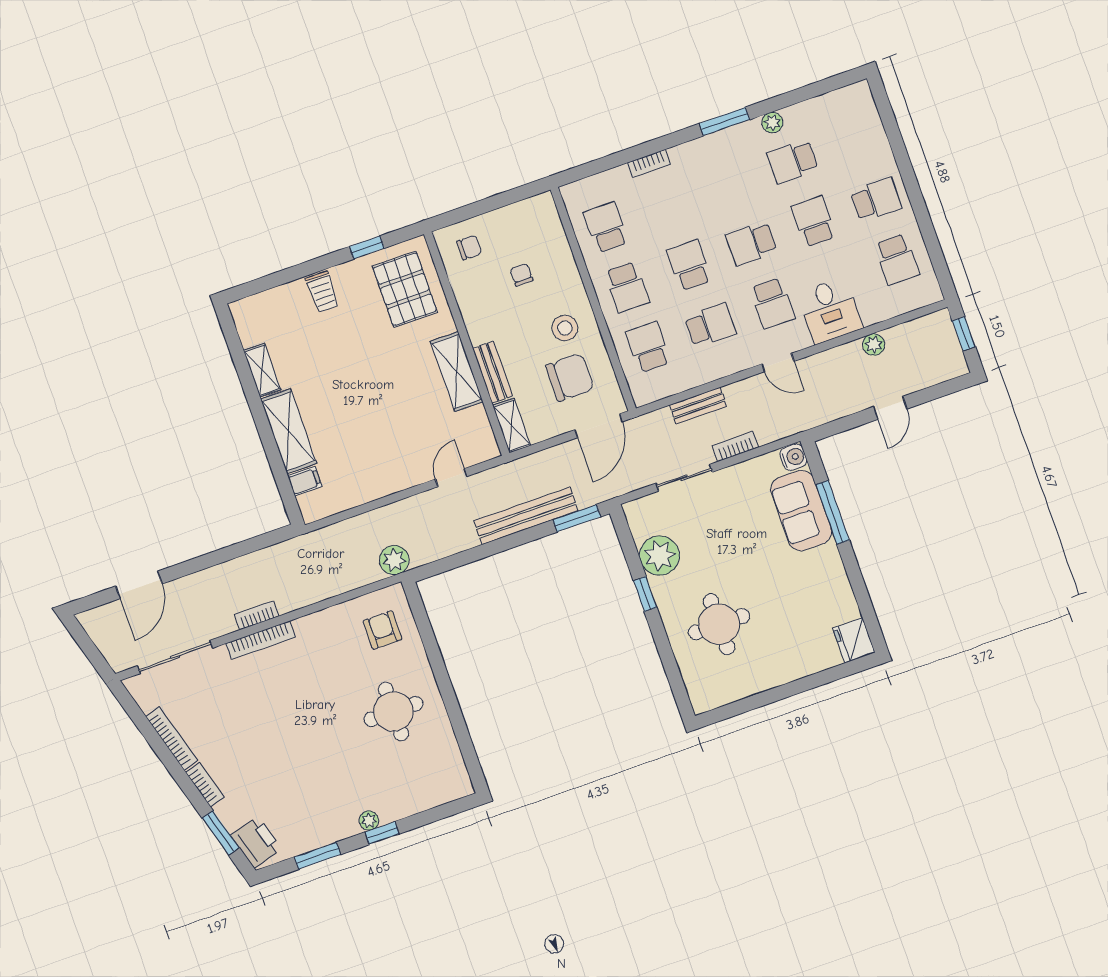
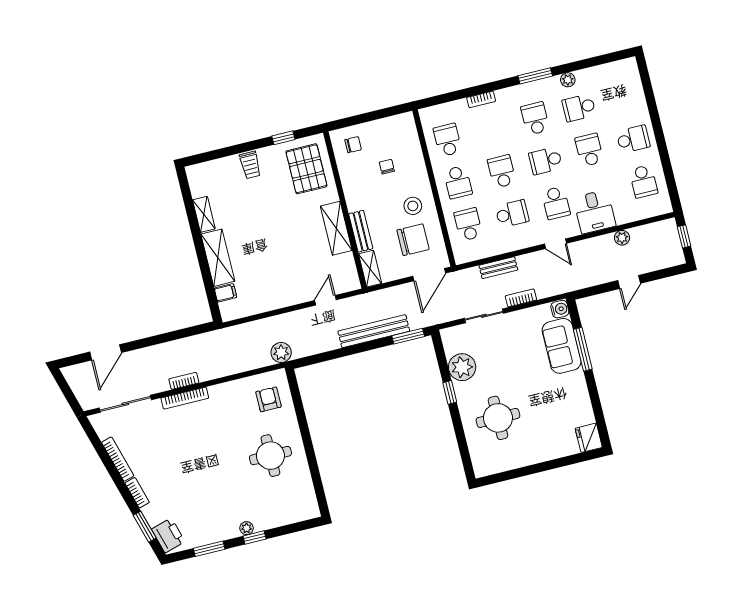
school desk: (730, 183) -> (535, 118), added

